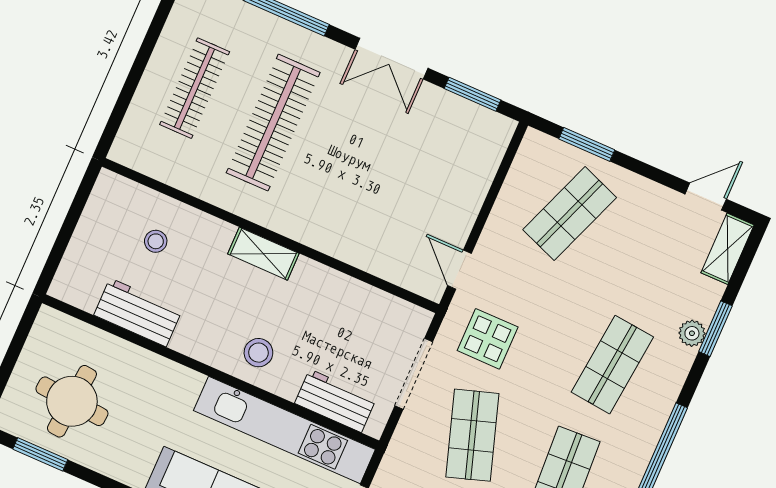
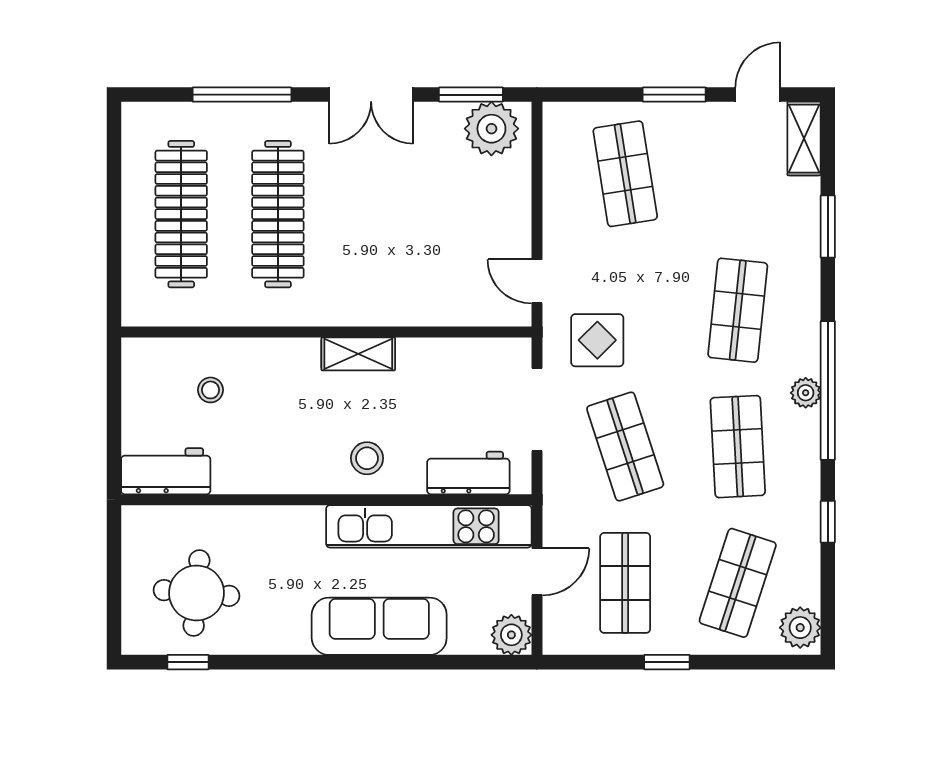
clothes rail: (195, 88) -> (181, 214), width x1.37, depth x1.31
plant: (477, 129) -> (491, 129), added
window: (587, 144) -> (674, 95), moved
shop shelf: (570, 214) -> (625, 174), turned -30
shelving: (263, 254) -> (358, 354), moved
workbench: (138, 312) -> (166, 471), moved
plant: (692, 333) -> (806, 393), moved
window: (40, 454) -> (188, 662), width x0.67

